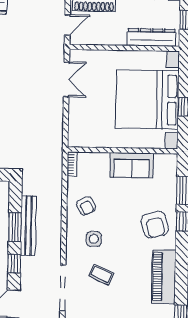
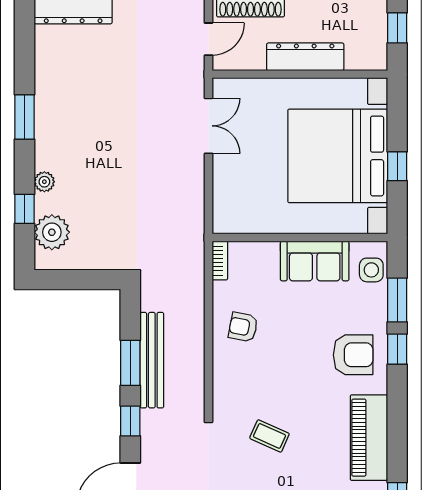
dresser: (151, 37) -> (305, 57), moved
armchair: (86, 206) -> (243, 327), turned 127
armchair: (155, 225) -> (353, 355), turned -75
side table: (94, 239) -> (371, 270), moved

